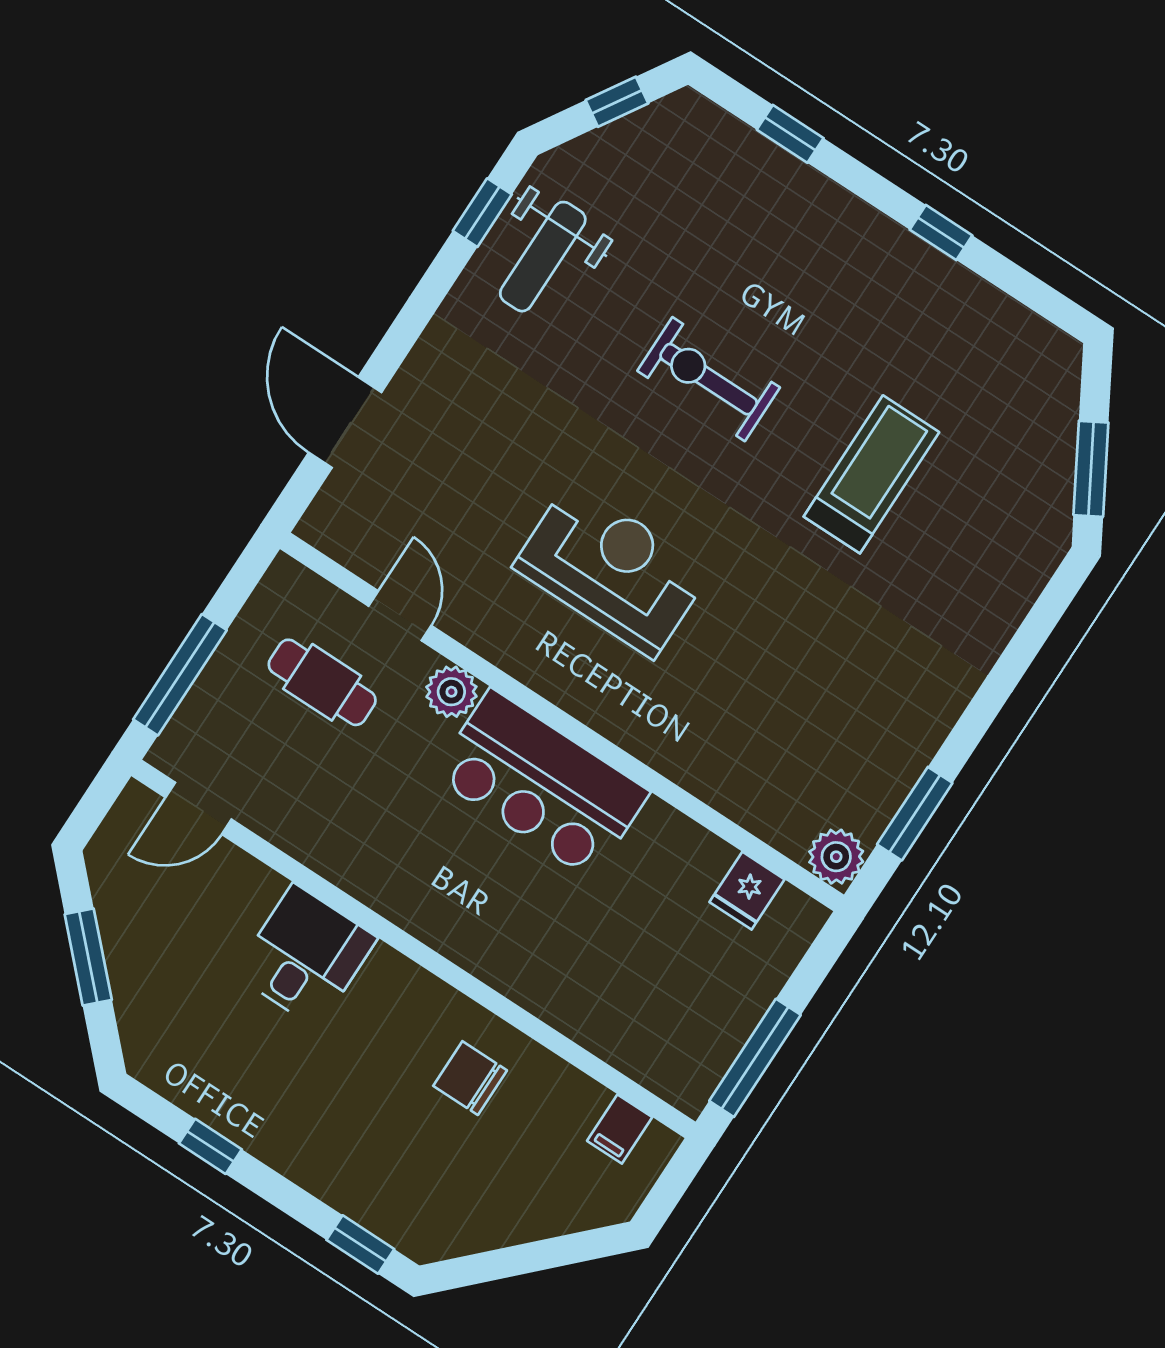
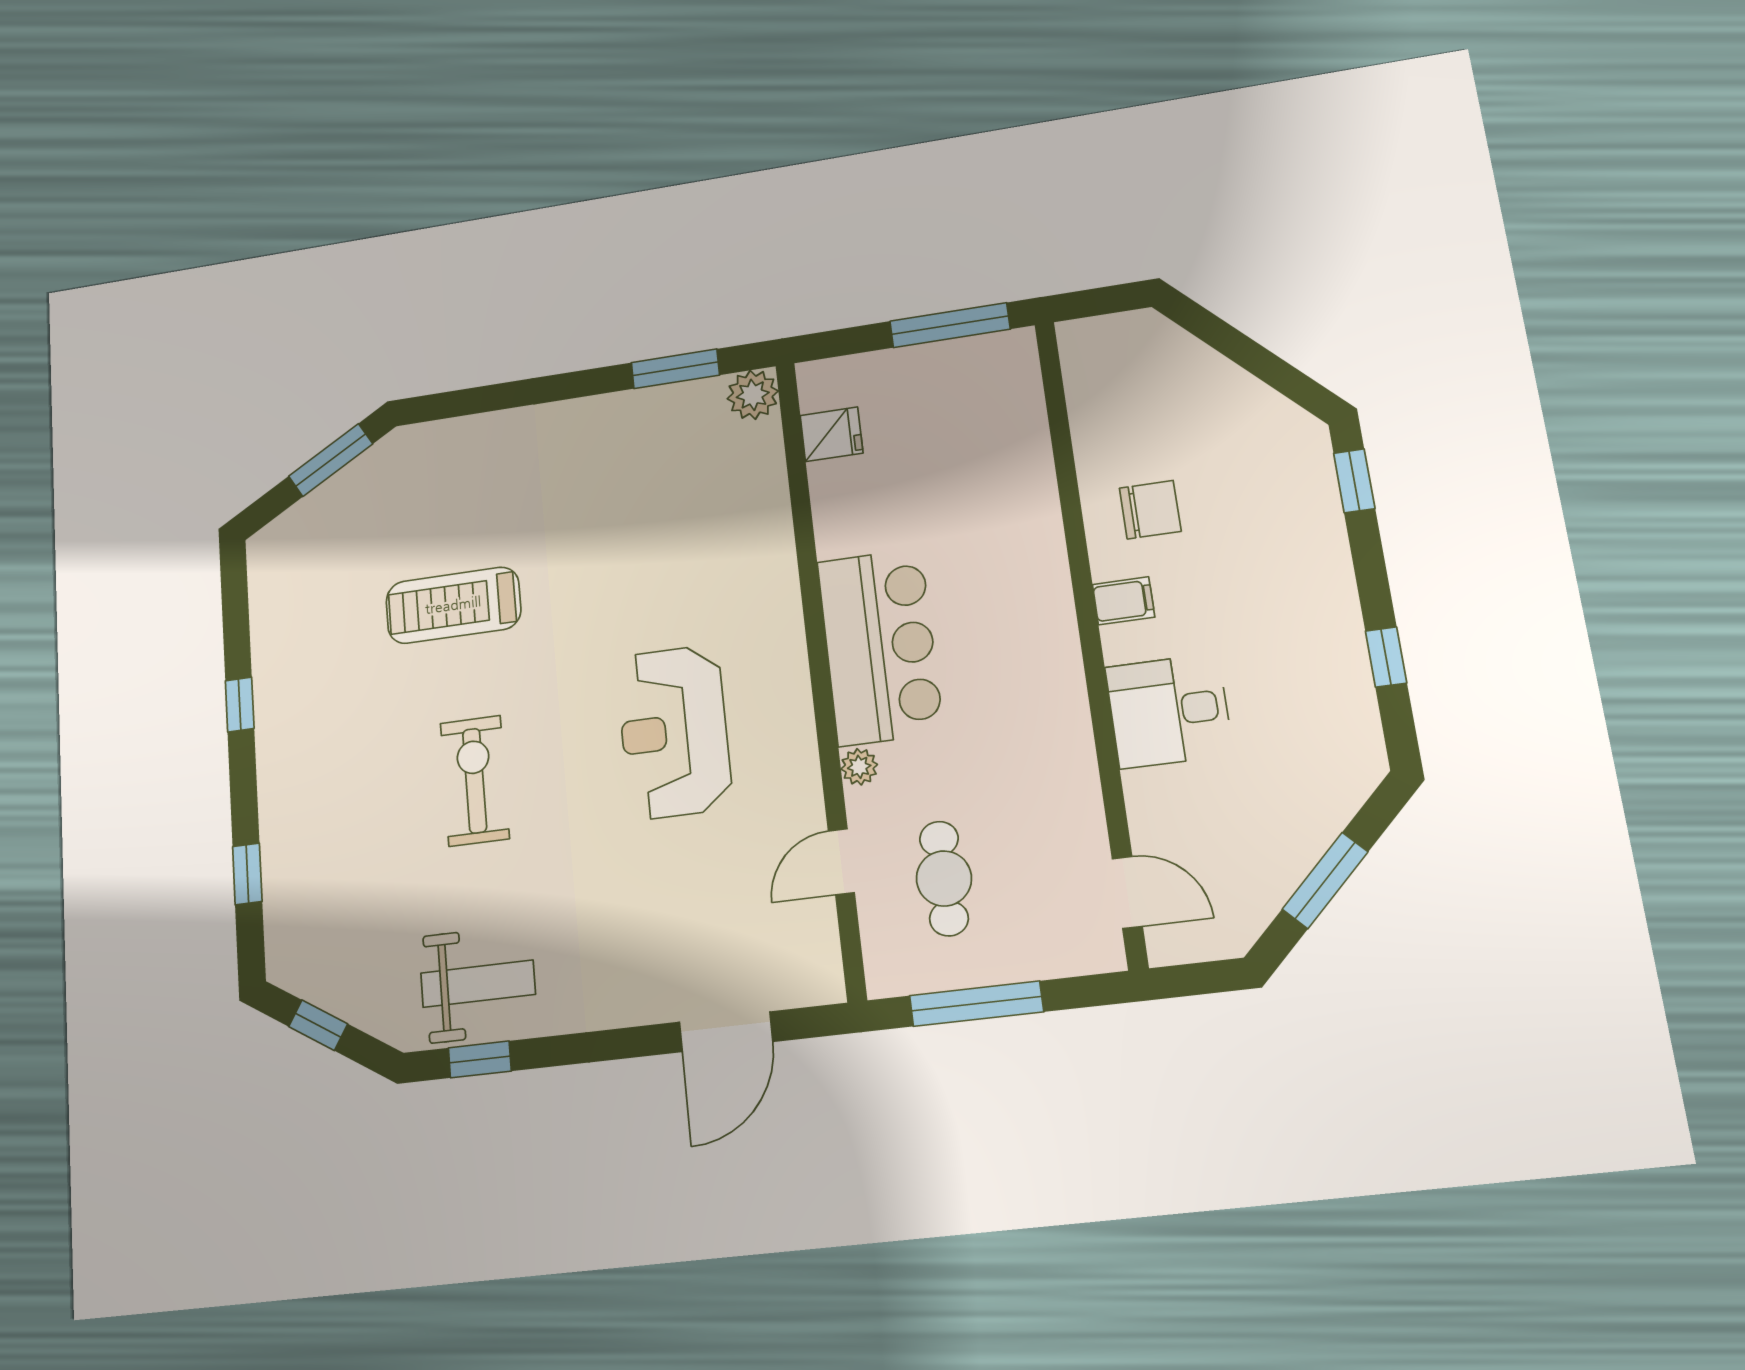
exercise bike: (709, 379) -> (475, 781), turned 180
window: (180, 675) -> (976, 1004), moved
plant: (451, 692) -> (859, 767), width x0.73, depth x0.73
chair: (470, 1078) -> (1150, 510), turned -90
filing cabinet: (620, 1129) -> (1124, 601), moved

